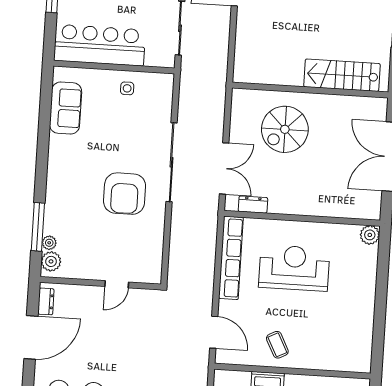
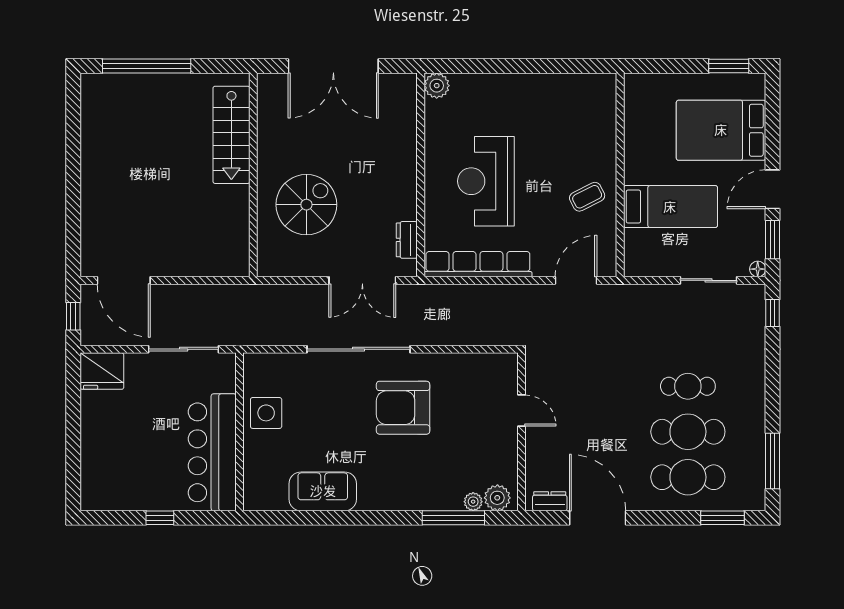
side table: (127, 88) -> (266, 413), width x1.87, depth x1.87
sofa: (66, 108) -> (323, 491), moved
spiral stairs: (285, 129) -> (306, 205), turned -90
double door: (224, 168) -> (362, 280), swing flipped
armchair: (125, 194) -> (403, 408), turned 180

